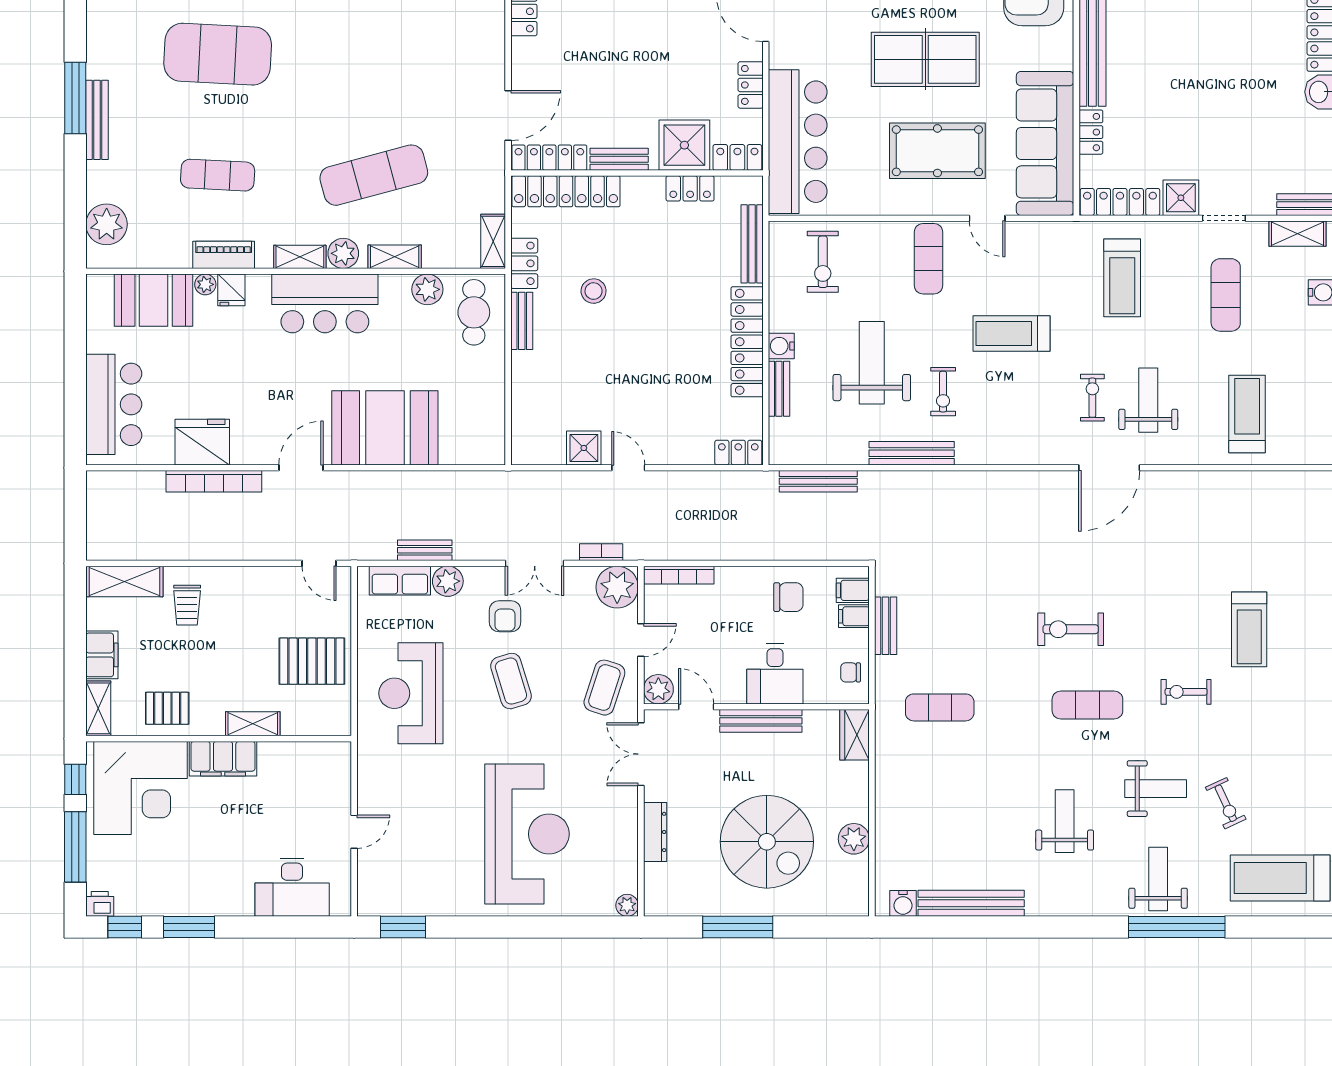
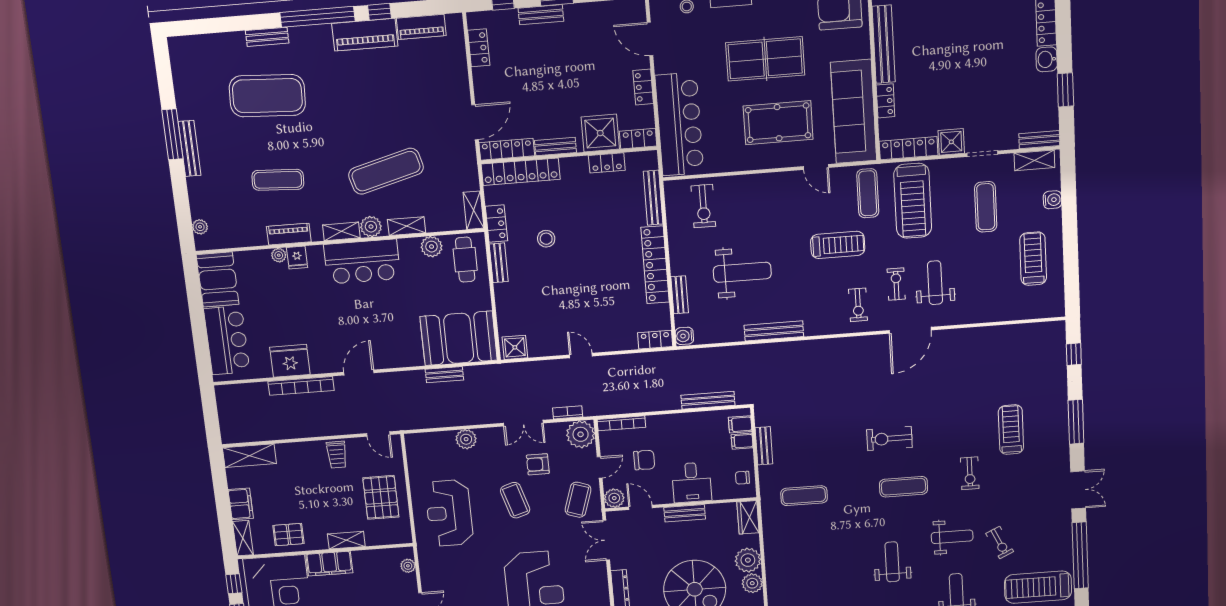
plant: (107, 224) -> (200, 227), width x0.53, depth x0.53
exercise mat: (929, 259) -> (868, 193), moved
treadmill: (1122, 278) -> (913, 201), width x1.37, depth x1.38
booth: (154, 300) -> (218, 279), moved, turned 90
treadmill: (1011, 334) -> (838, 245), turned 180
water cooler: (781, 346) -> (684, 336), moved
weight bench: (872, 363) -> (742, 272), turned 90
exercise bike: (943, 392) -> (858, 305), moved
treadmill: (1247, 414) -> (1033, 259), moved
booth: (385, 428) -> (459, 338), moved
shower: (584, 448) -> (515, 347), moved
bench: (818, 481) -> (708, 400), moved
bench: (425, 550) -> (444, 375), moved
row of seats: (400, 581) -> (434, 441), removed
chair: (788, 597) -> (644, 460), moved
trolley: (187, 605) -> (337, 455), moved
armchair: (505, 616) -> (538, 464), moved, turned 90
treadmill: (1249, 629) -> (1011, 430), turned 180
pallet: (312, 661) -> (381, 497), turned 90
exercise bike: (1186, 692) -> (970, 473), turned -90
bench: (761, 721) -> (685, 513), width x0.73
plant: (340, 771) -> (408, 566), added
plant: (850, 802) -> (748, 560), added

